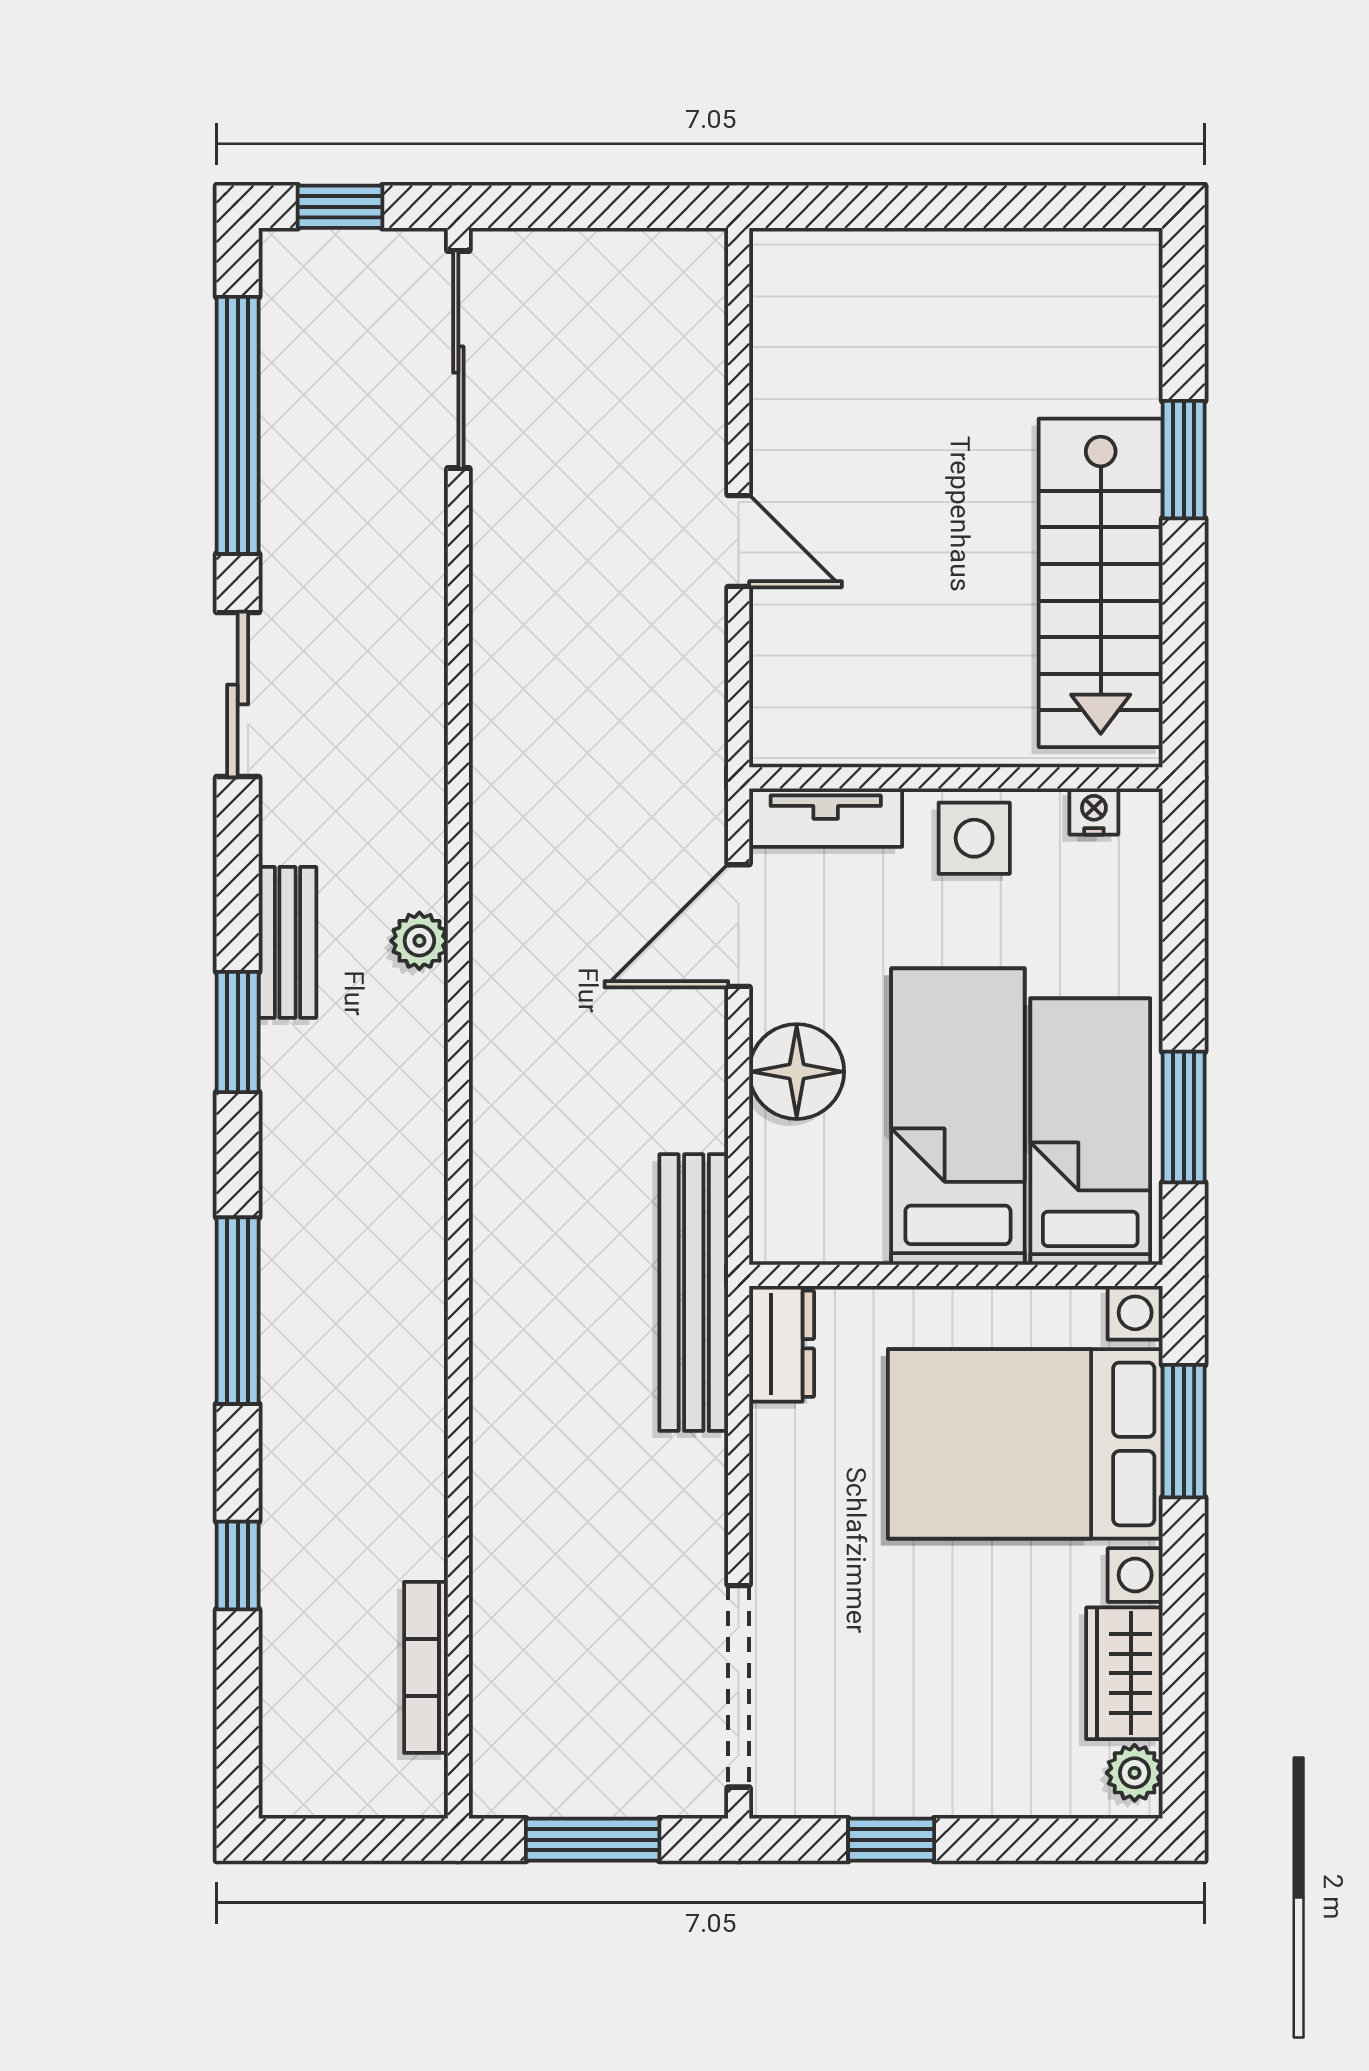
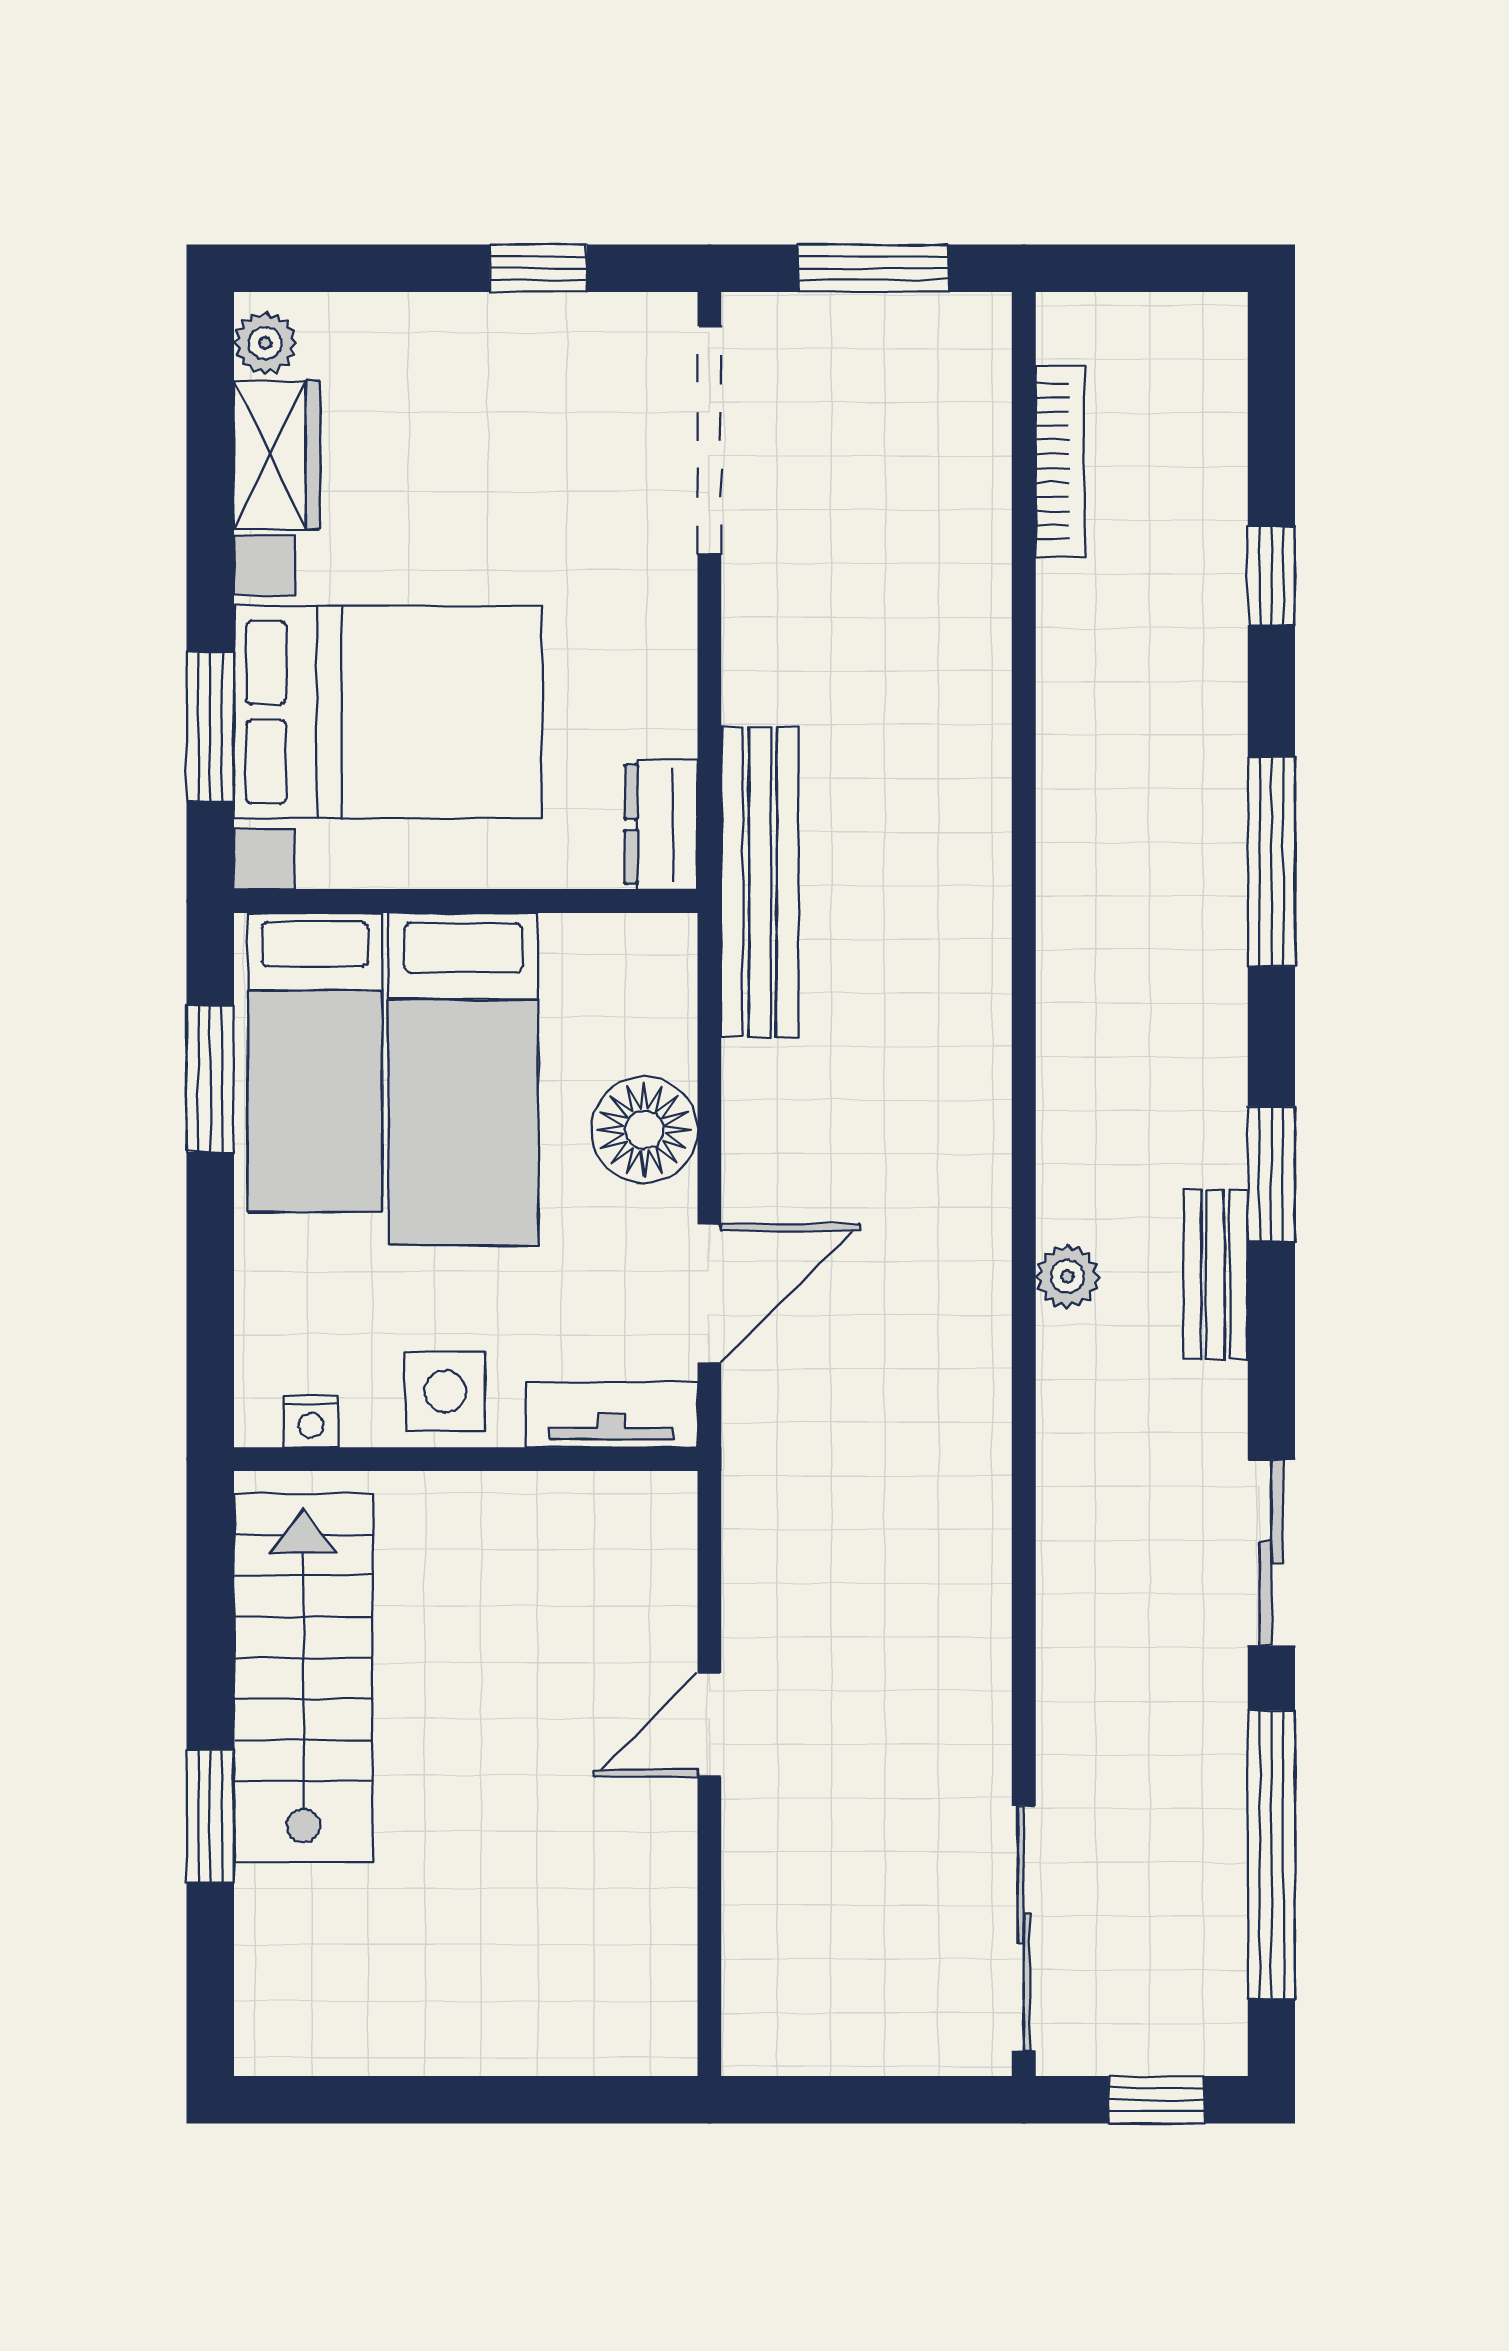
door: (739, 541) -> (709, 1725), hinge flipped

